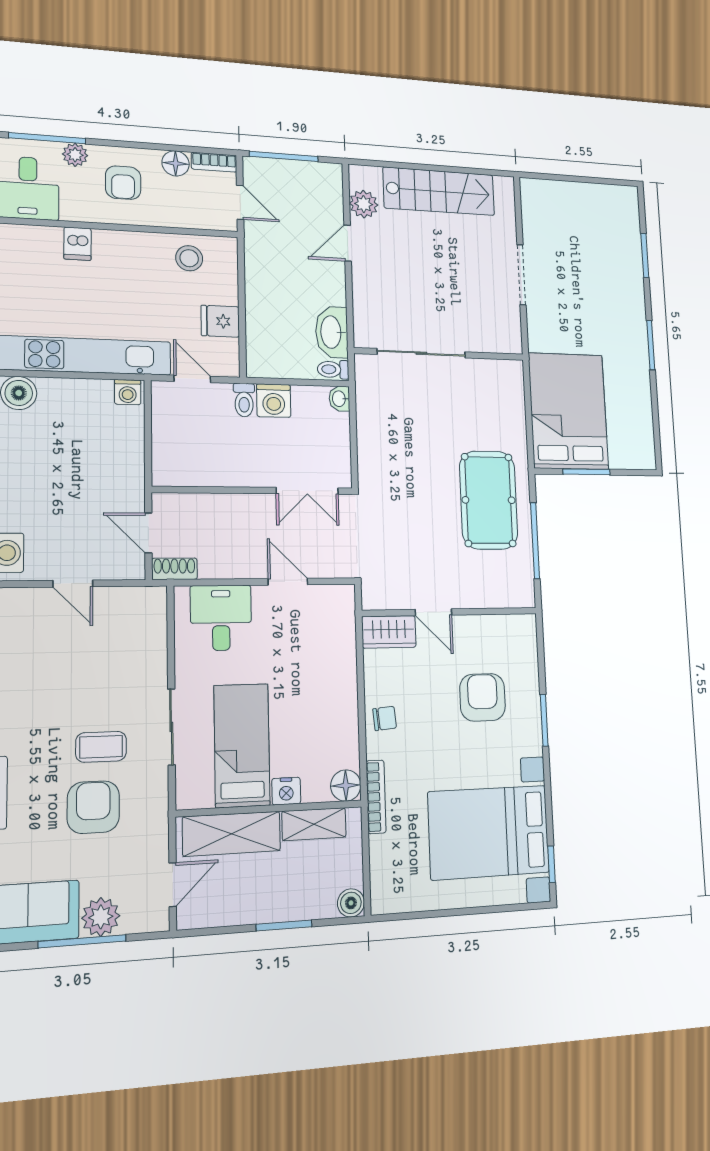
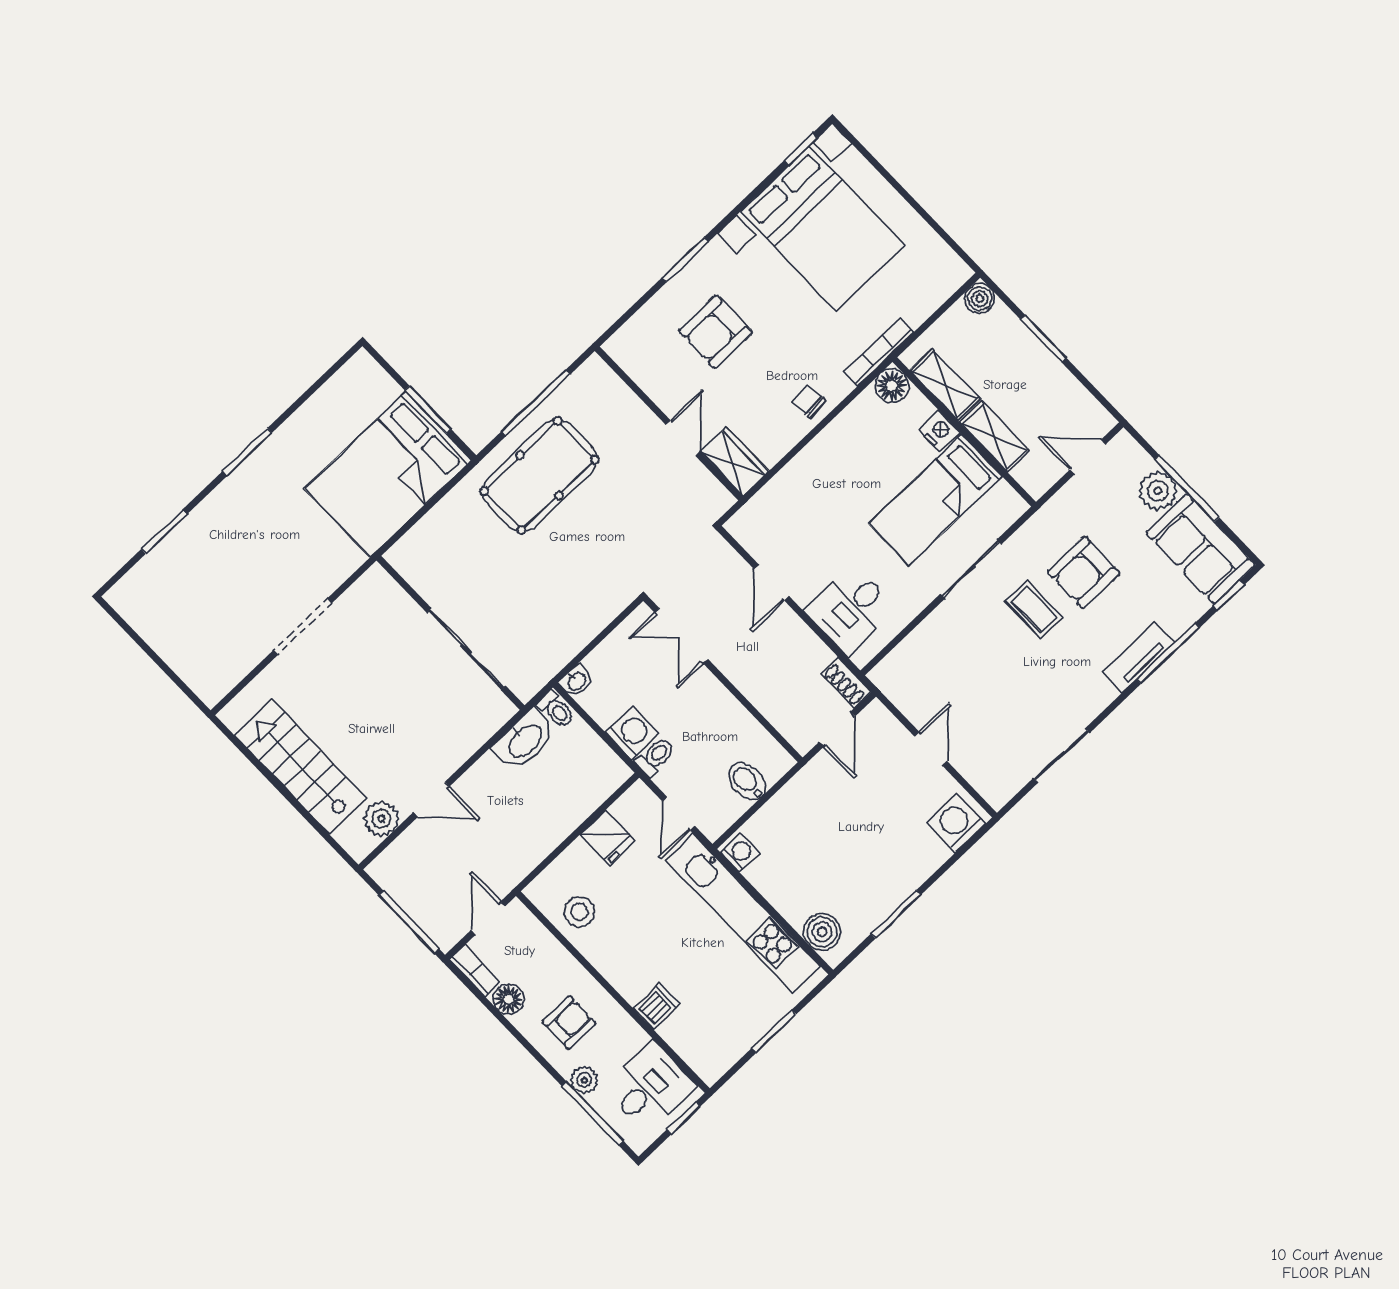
bidet: (171, 442) -> (747, 782), added
double door: (307, 491) -> (681, 636), swing flipped
shelving: (232, 834) -> (995, 437), width x0.67, depth x0.75

